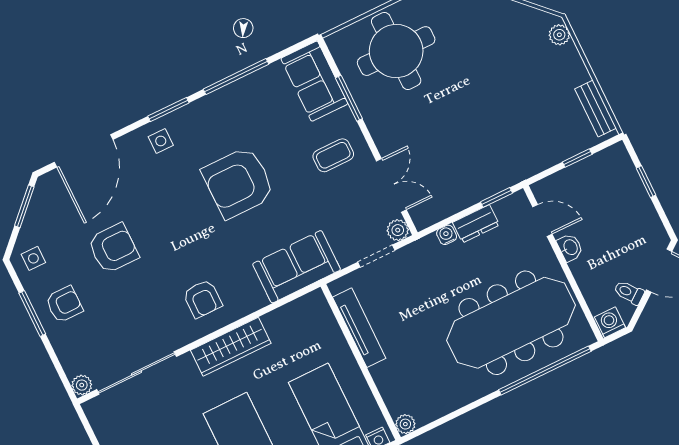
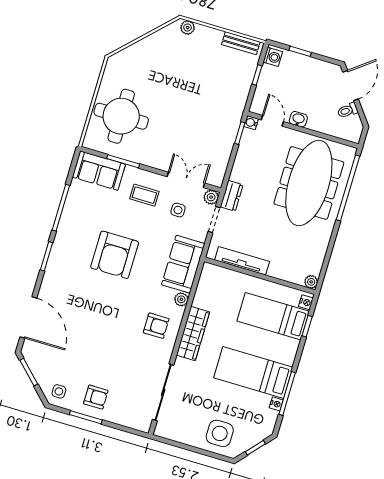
side table: (161, 141) -> (178, 210), moved
coffee table: (333, 155) -> (144, 195), turned 90
door: (542, 220) -> (272, 121), hinge flipped
dresser: (476, 224) -> (232, 196), moved
water cooler: (447, 235) -> (251, 123), moved
armchair: (113, 248) -> (90, 347), removed
armchair: (64, 304) -> (96, 397), turned 90
washing machine: (610, 322) -> (273, 57), moved, turned 180
plant: (82, 385) -> (181, 299), moved

